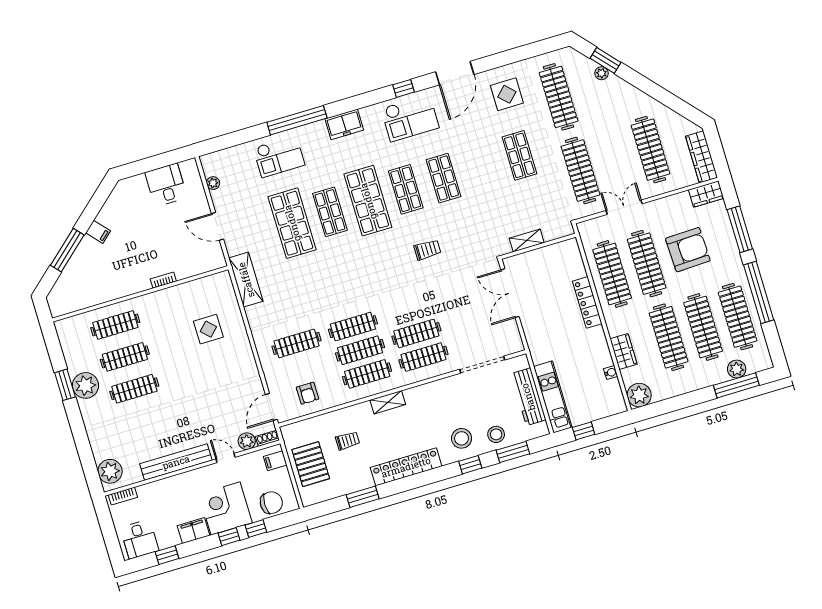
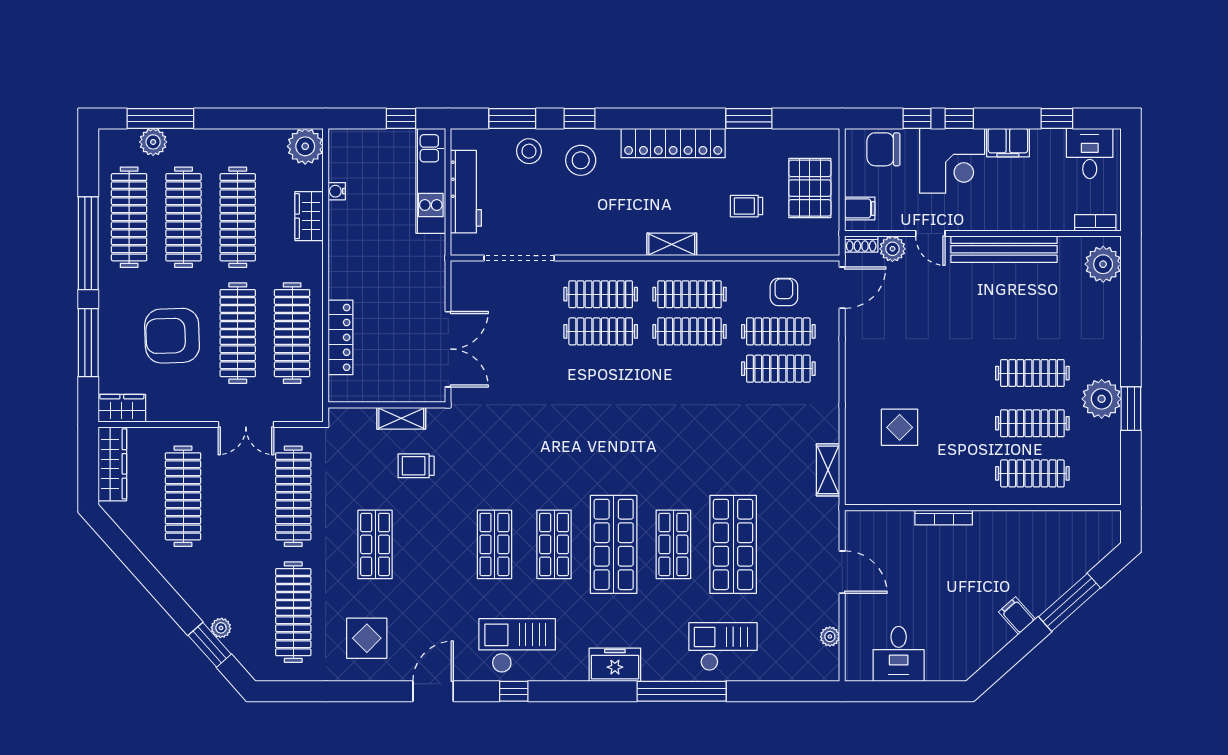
door: (455, 73) -> (433, 691), width x0.73
trolley: (427, 250) -> (416, 466), moved
bookcase: (163, 280) -> (944, 518), width x1.56
shelving: (246, 280) -> (828, 470), width x0.67, depth x0.75
locker: (587, 302) -> (340, 337), moved
clothes rail: (353, 327) -> (778, 331), moved

